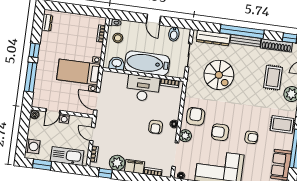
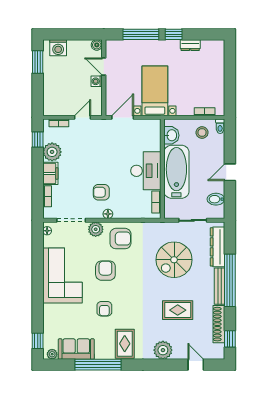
dresser: (47, 23) -> (190, 45), moved
rug: (273, 78) -> (178, 310), moved
kitchen sink: (67, 156) -> (52, 91), removed

